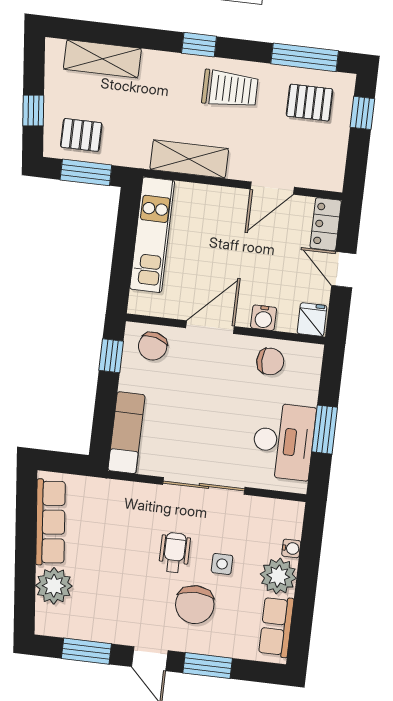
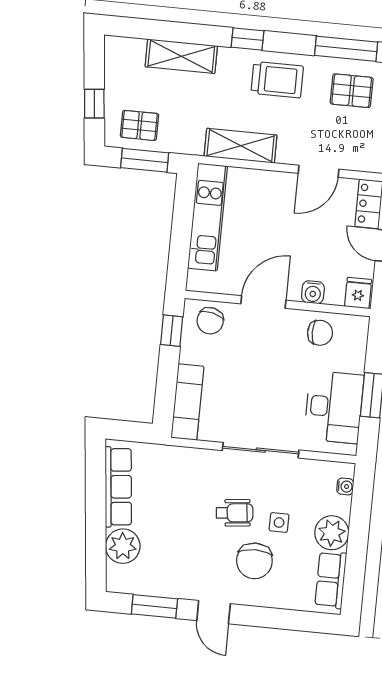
shelving: (102, 59) -> (181, 56), moved
water cooler: (291, 548) -> (345, 486), moved
wheelchair: (175, 553) -> (235, 513), turned 84
window: (208, 666) -> (268, 617), removed

